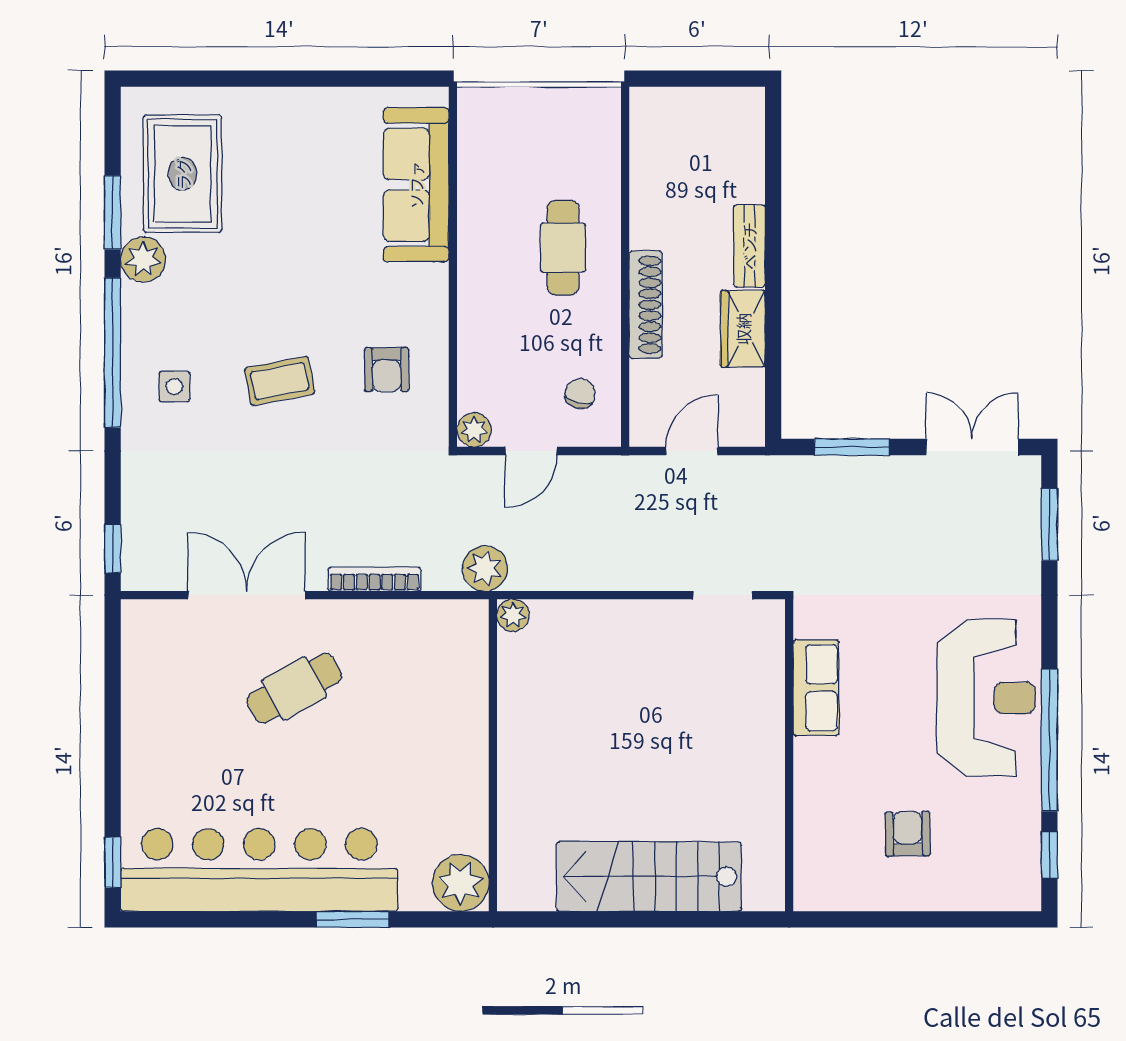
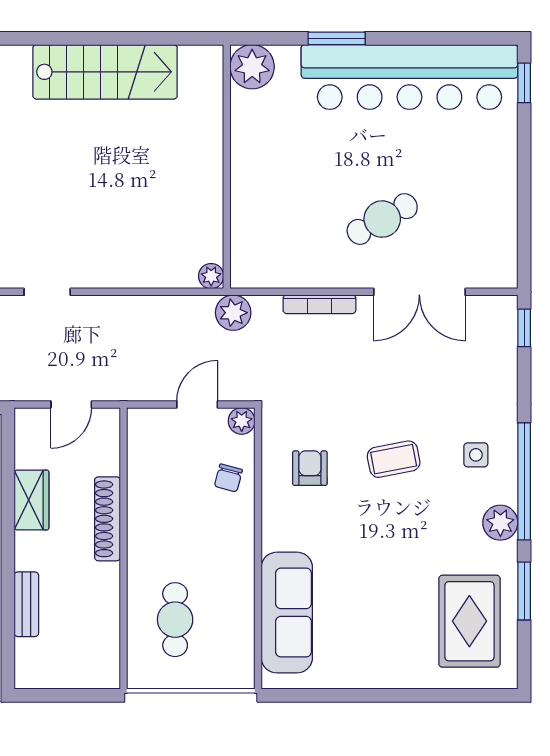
bench: (749, 246) -> (26, 604), moved
cafe table: (563, 248) -> (175, 620), moved
plant: (143, 259) -> (500, 523), moved
chair: (580, 394) -> (228, 478), moved

